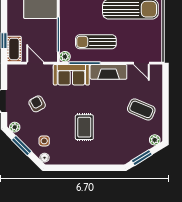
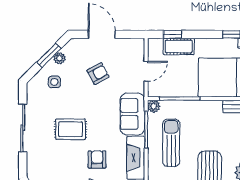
cot: (14, 49) -> (179, 46), moved
armchair: (110, 105) -> (97, 160), added
plant: (15, 127) -> (59, 58), moved
floor lamp: (45, 158) -> (35, 82), removed
sliding door: (83, 168) -> (23, 128), added

